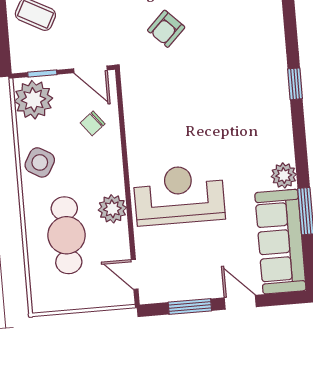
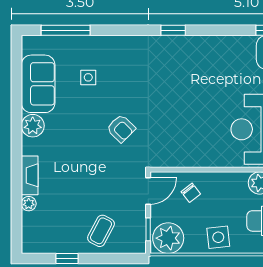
side table: (40, 162) -> (218, 237), turned -36
plant: (284, 175) -> (245, 45), removed

